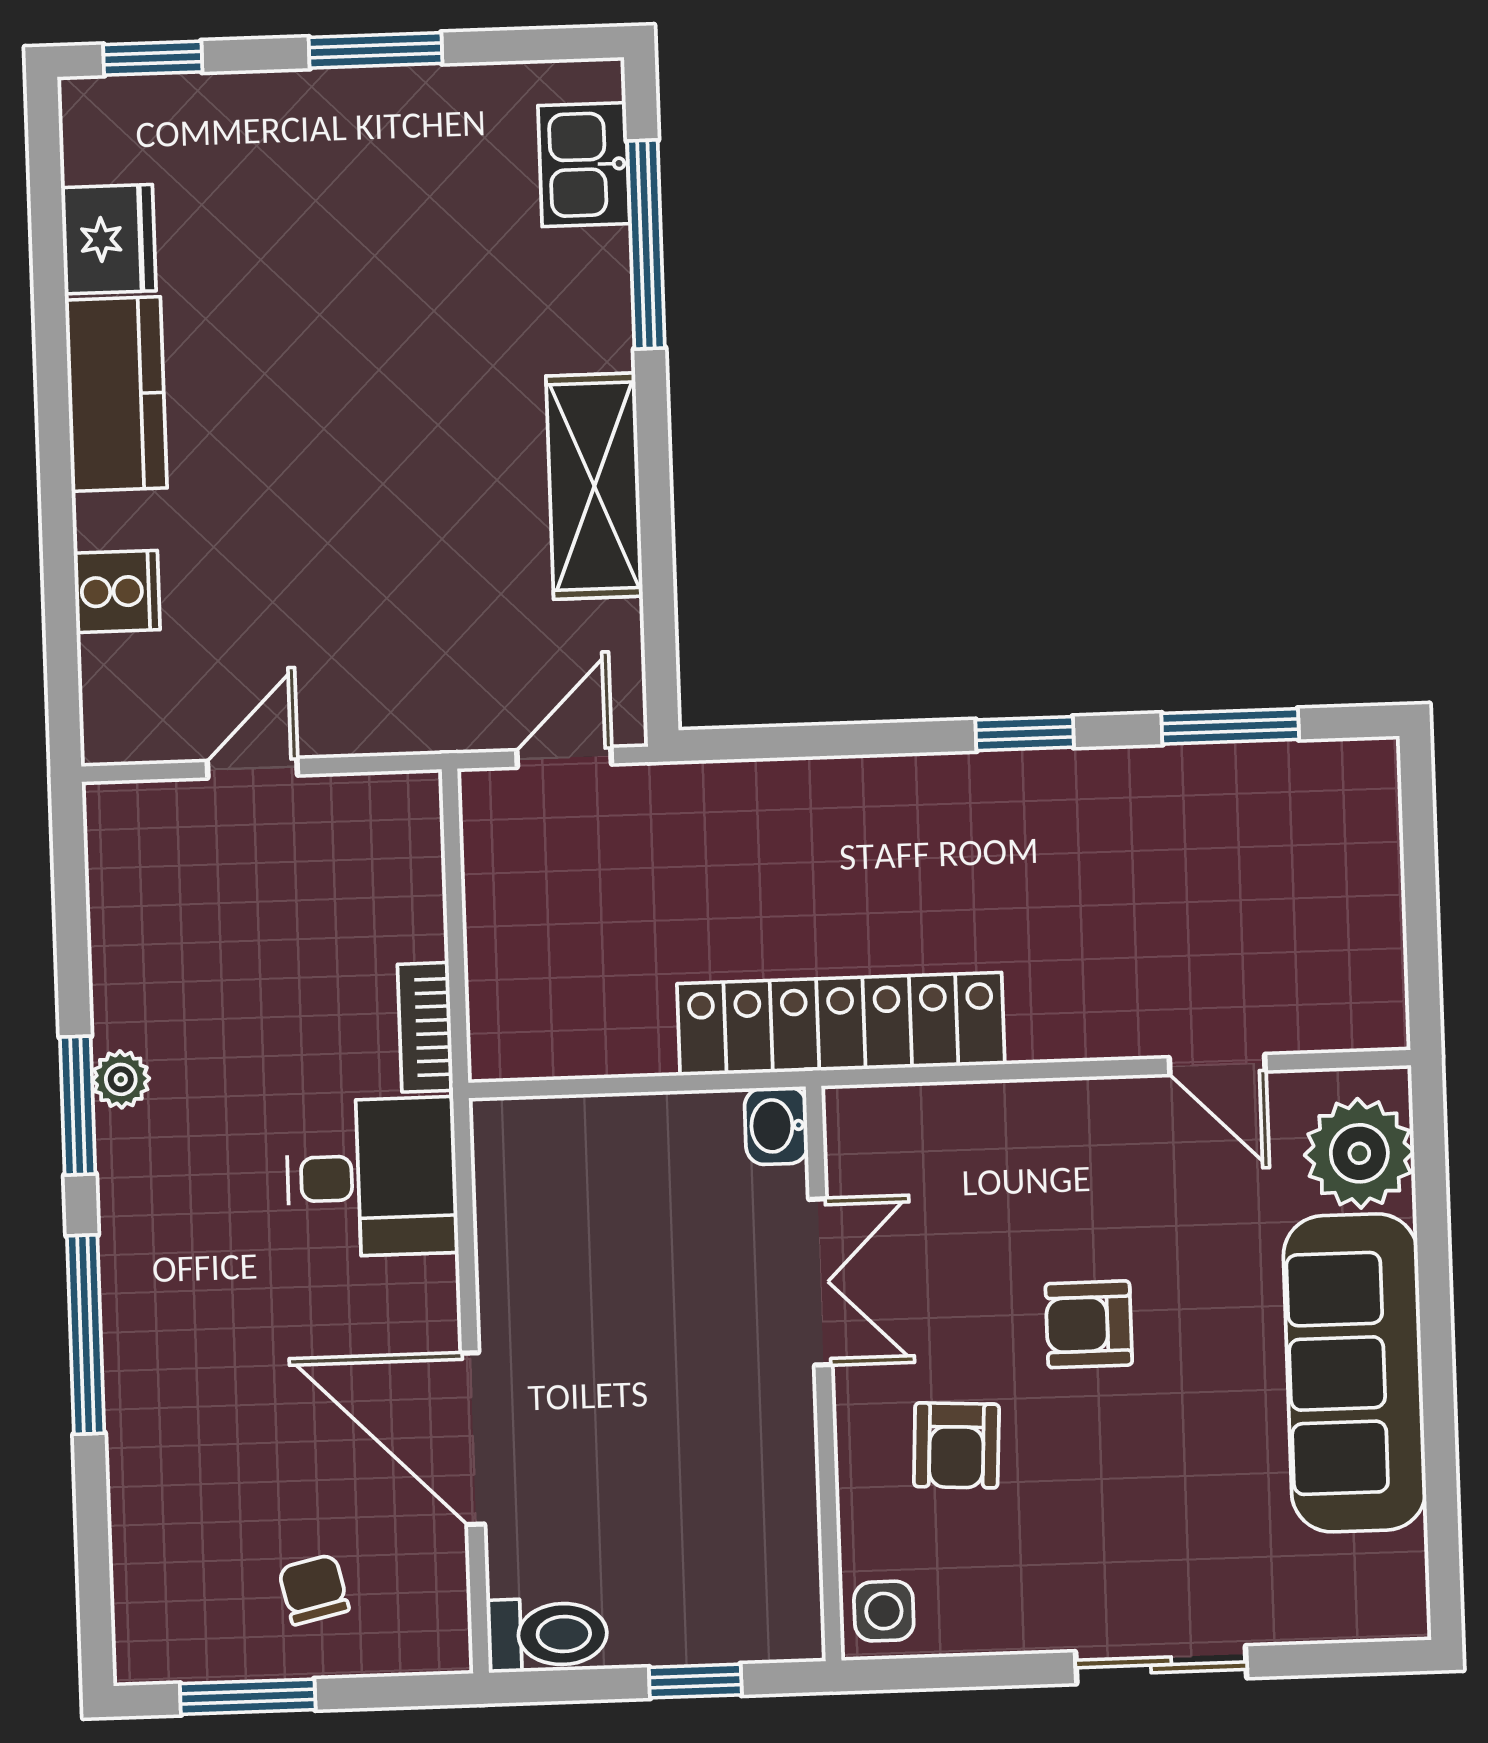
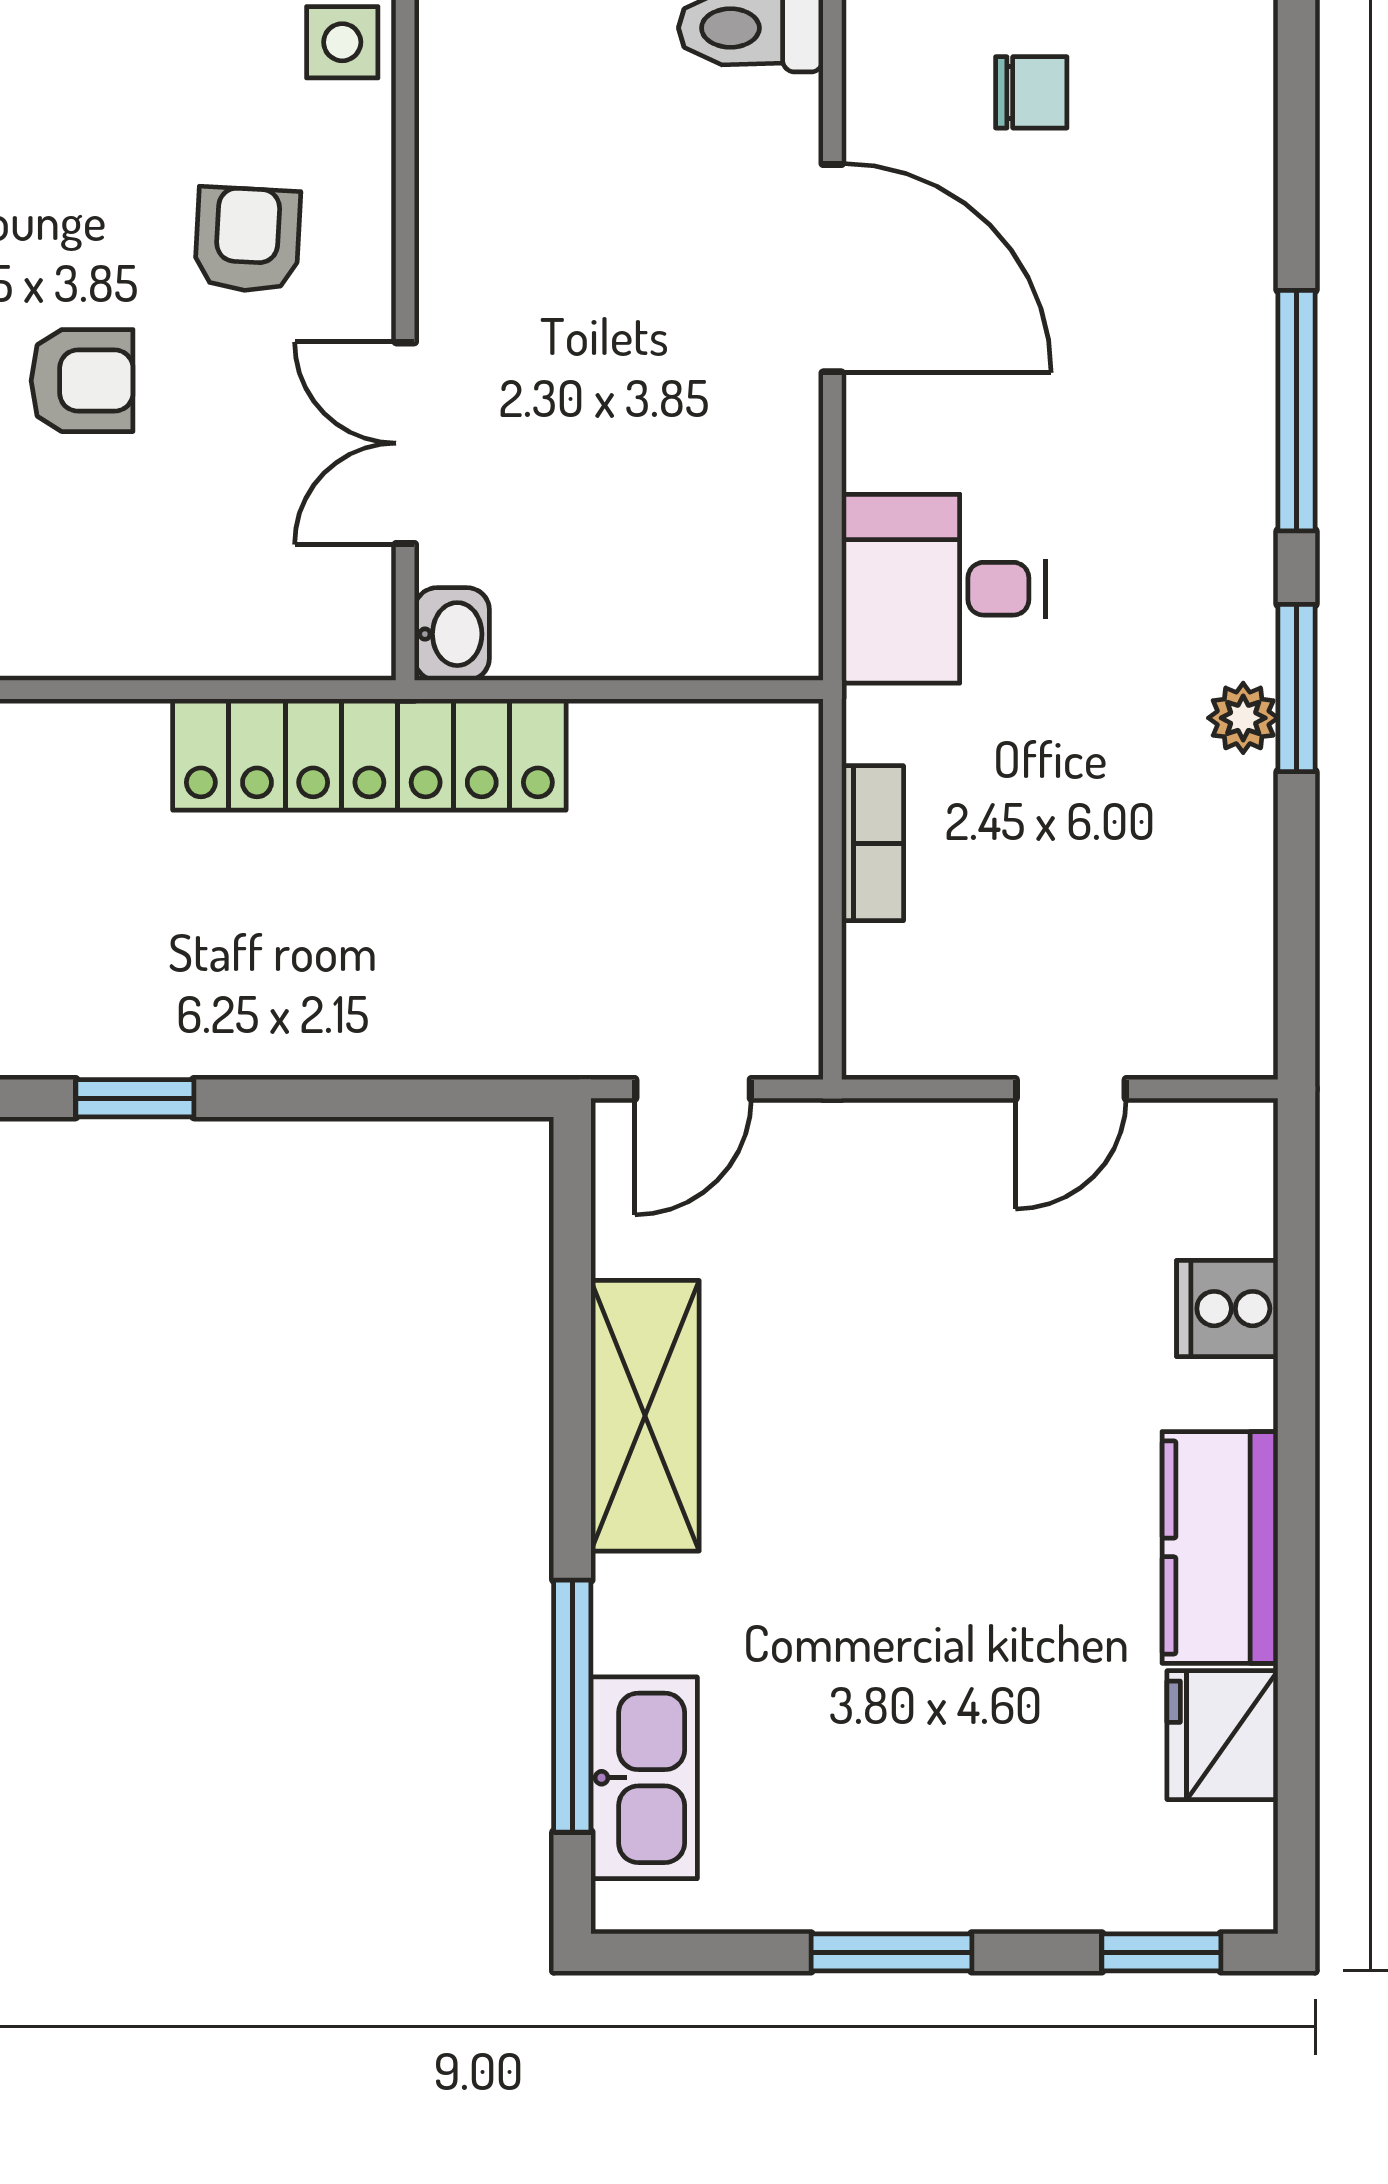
kitchen sink: (584, 165) -> (644, 1778), width x1.38
bookcase: (425, 1027) -> (873, 843), moved
chair: (314, 1590) -> (1031, 92), turned -77

